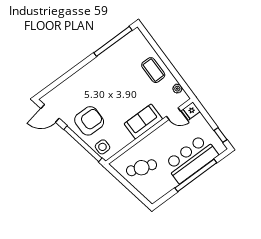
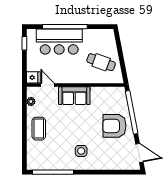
side table: (102, 147) -> (81, 151), moved

